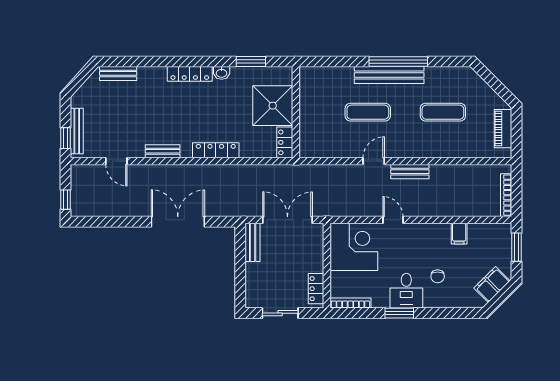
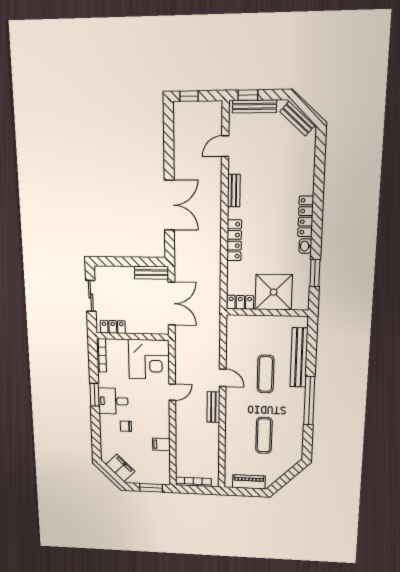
bench: (118, 73) -> (297, 119), moved, turned -48
bench: (389, 75) -> (299, 357), moved

